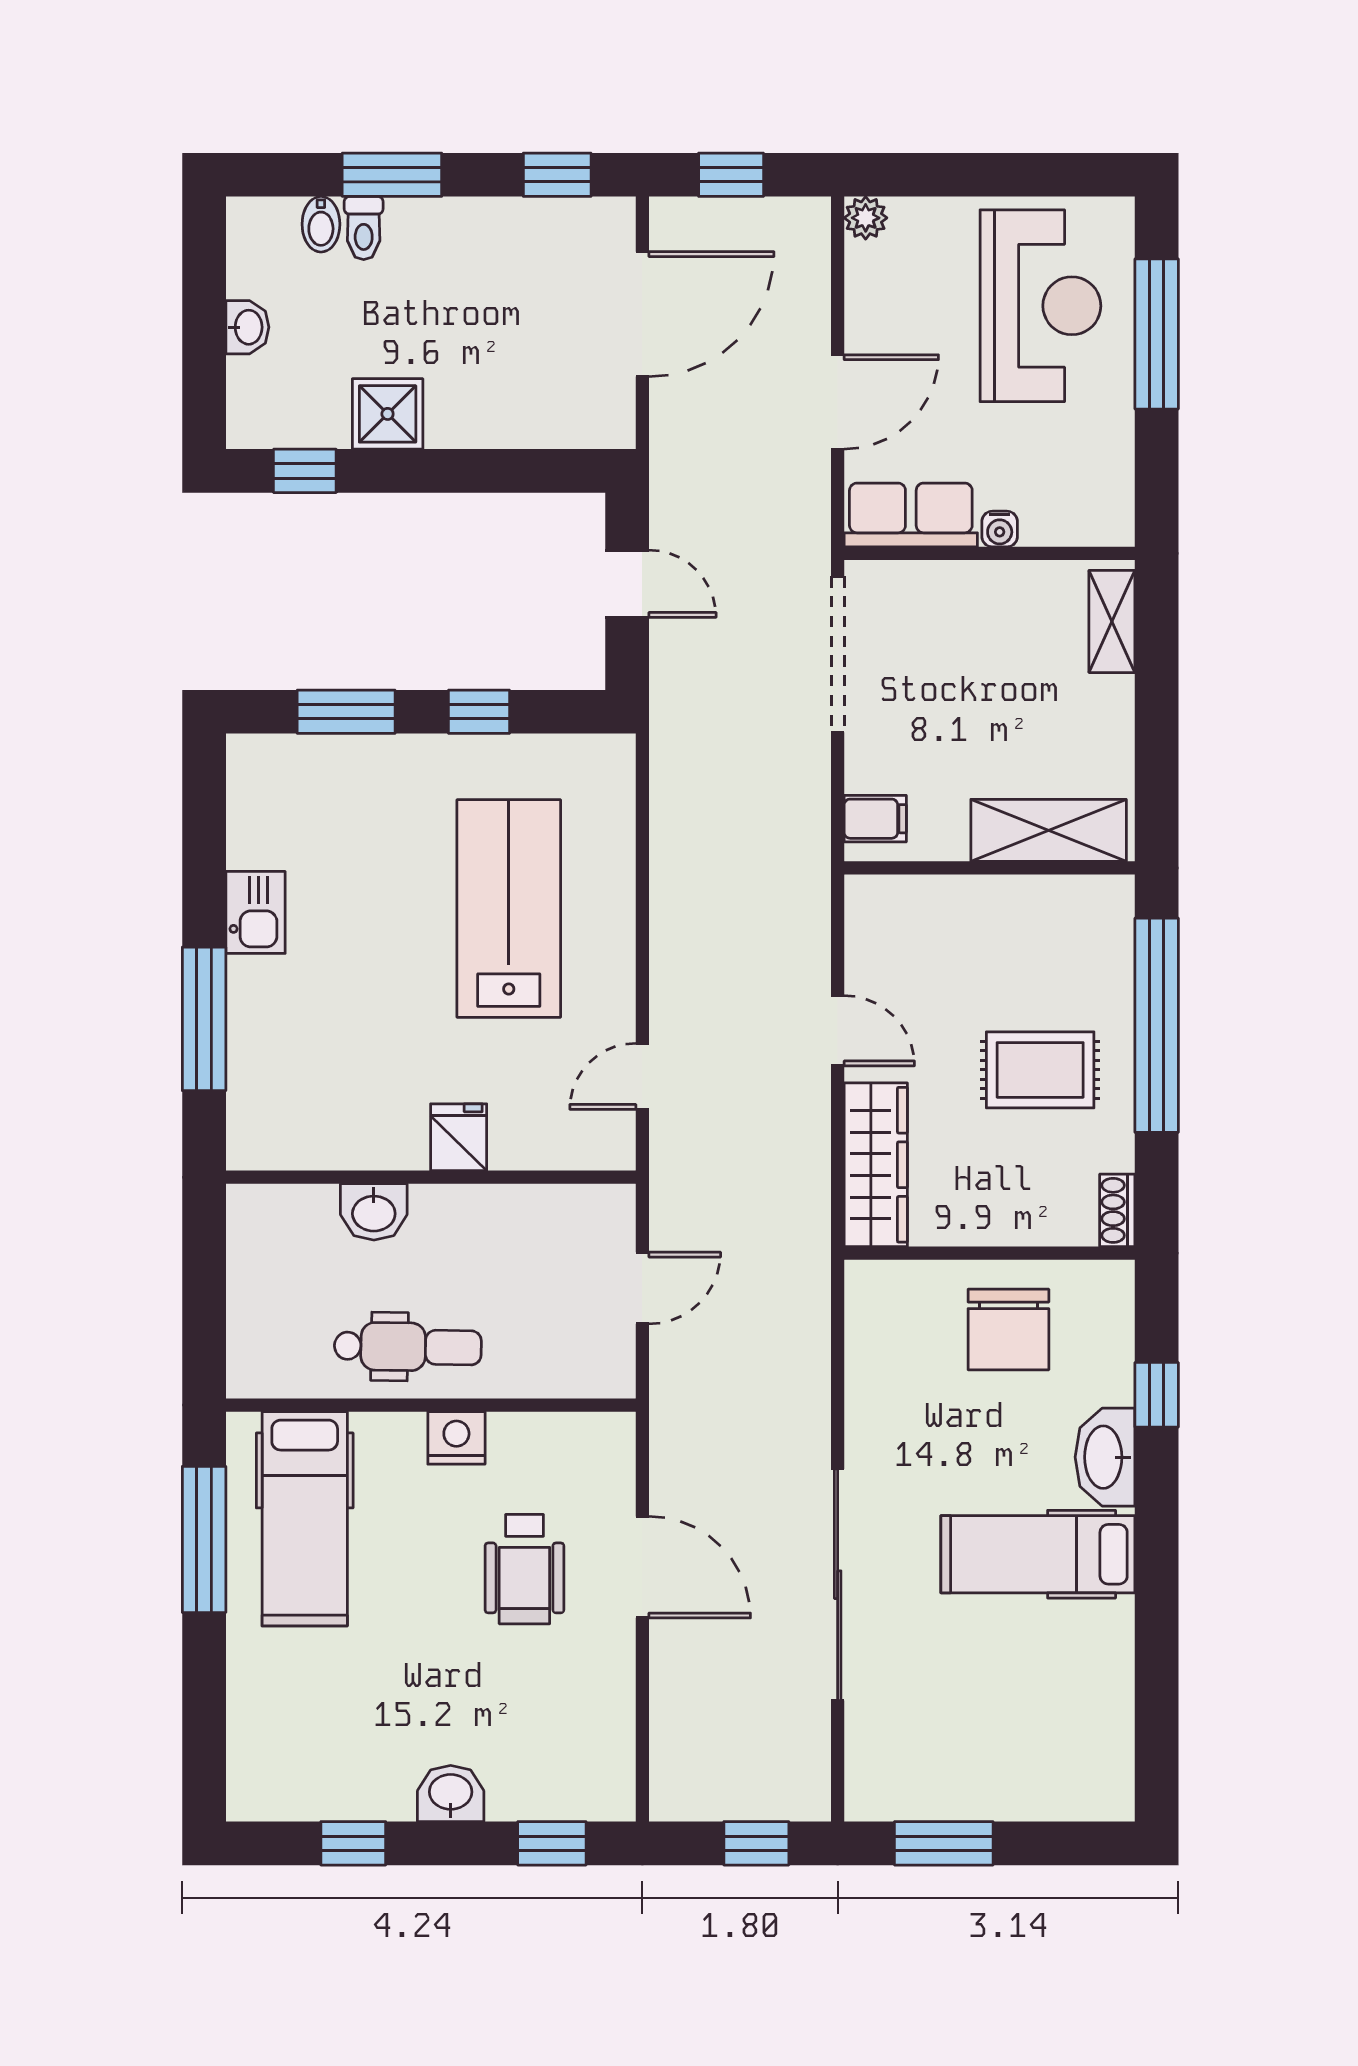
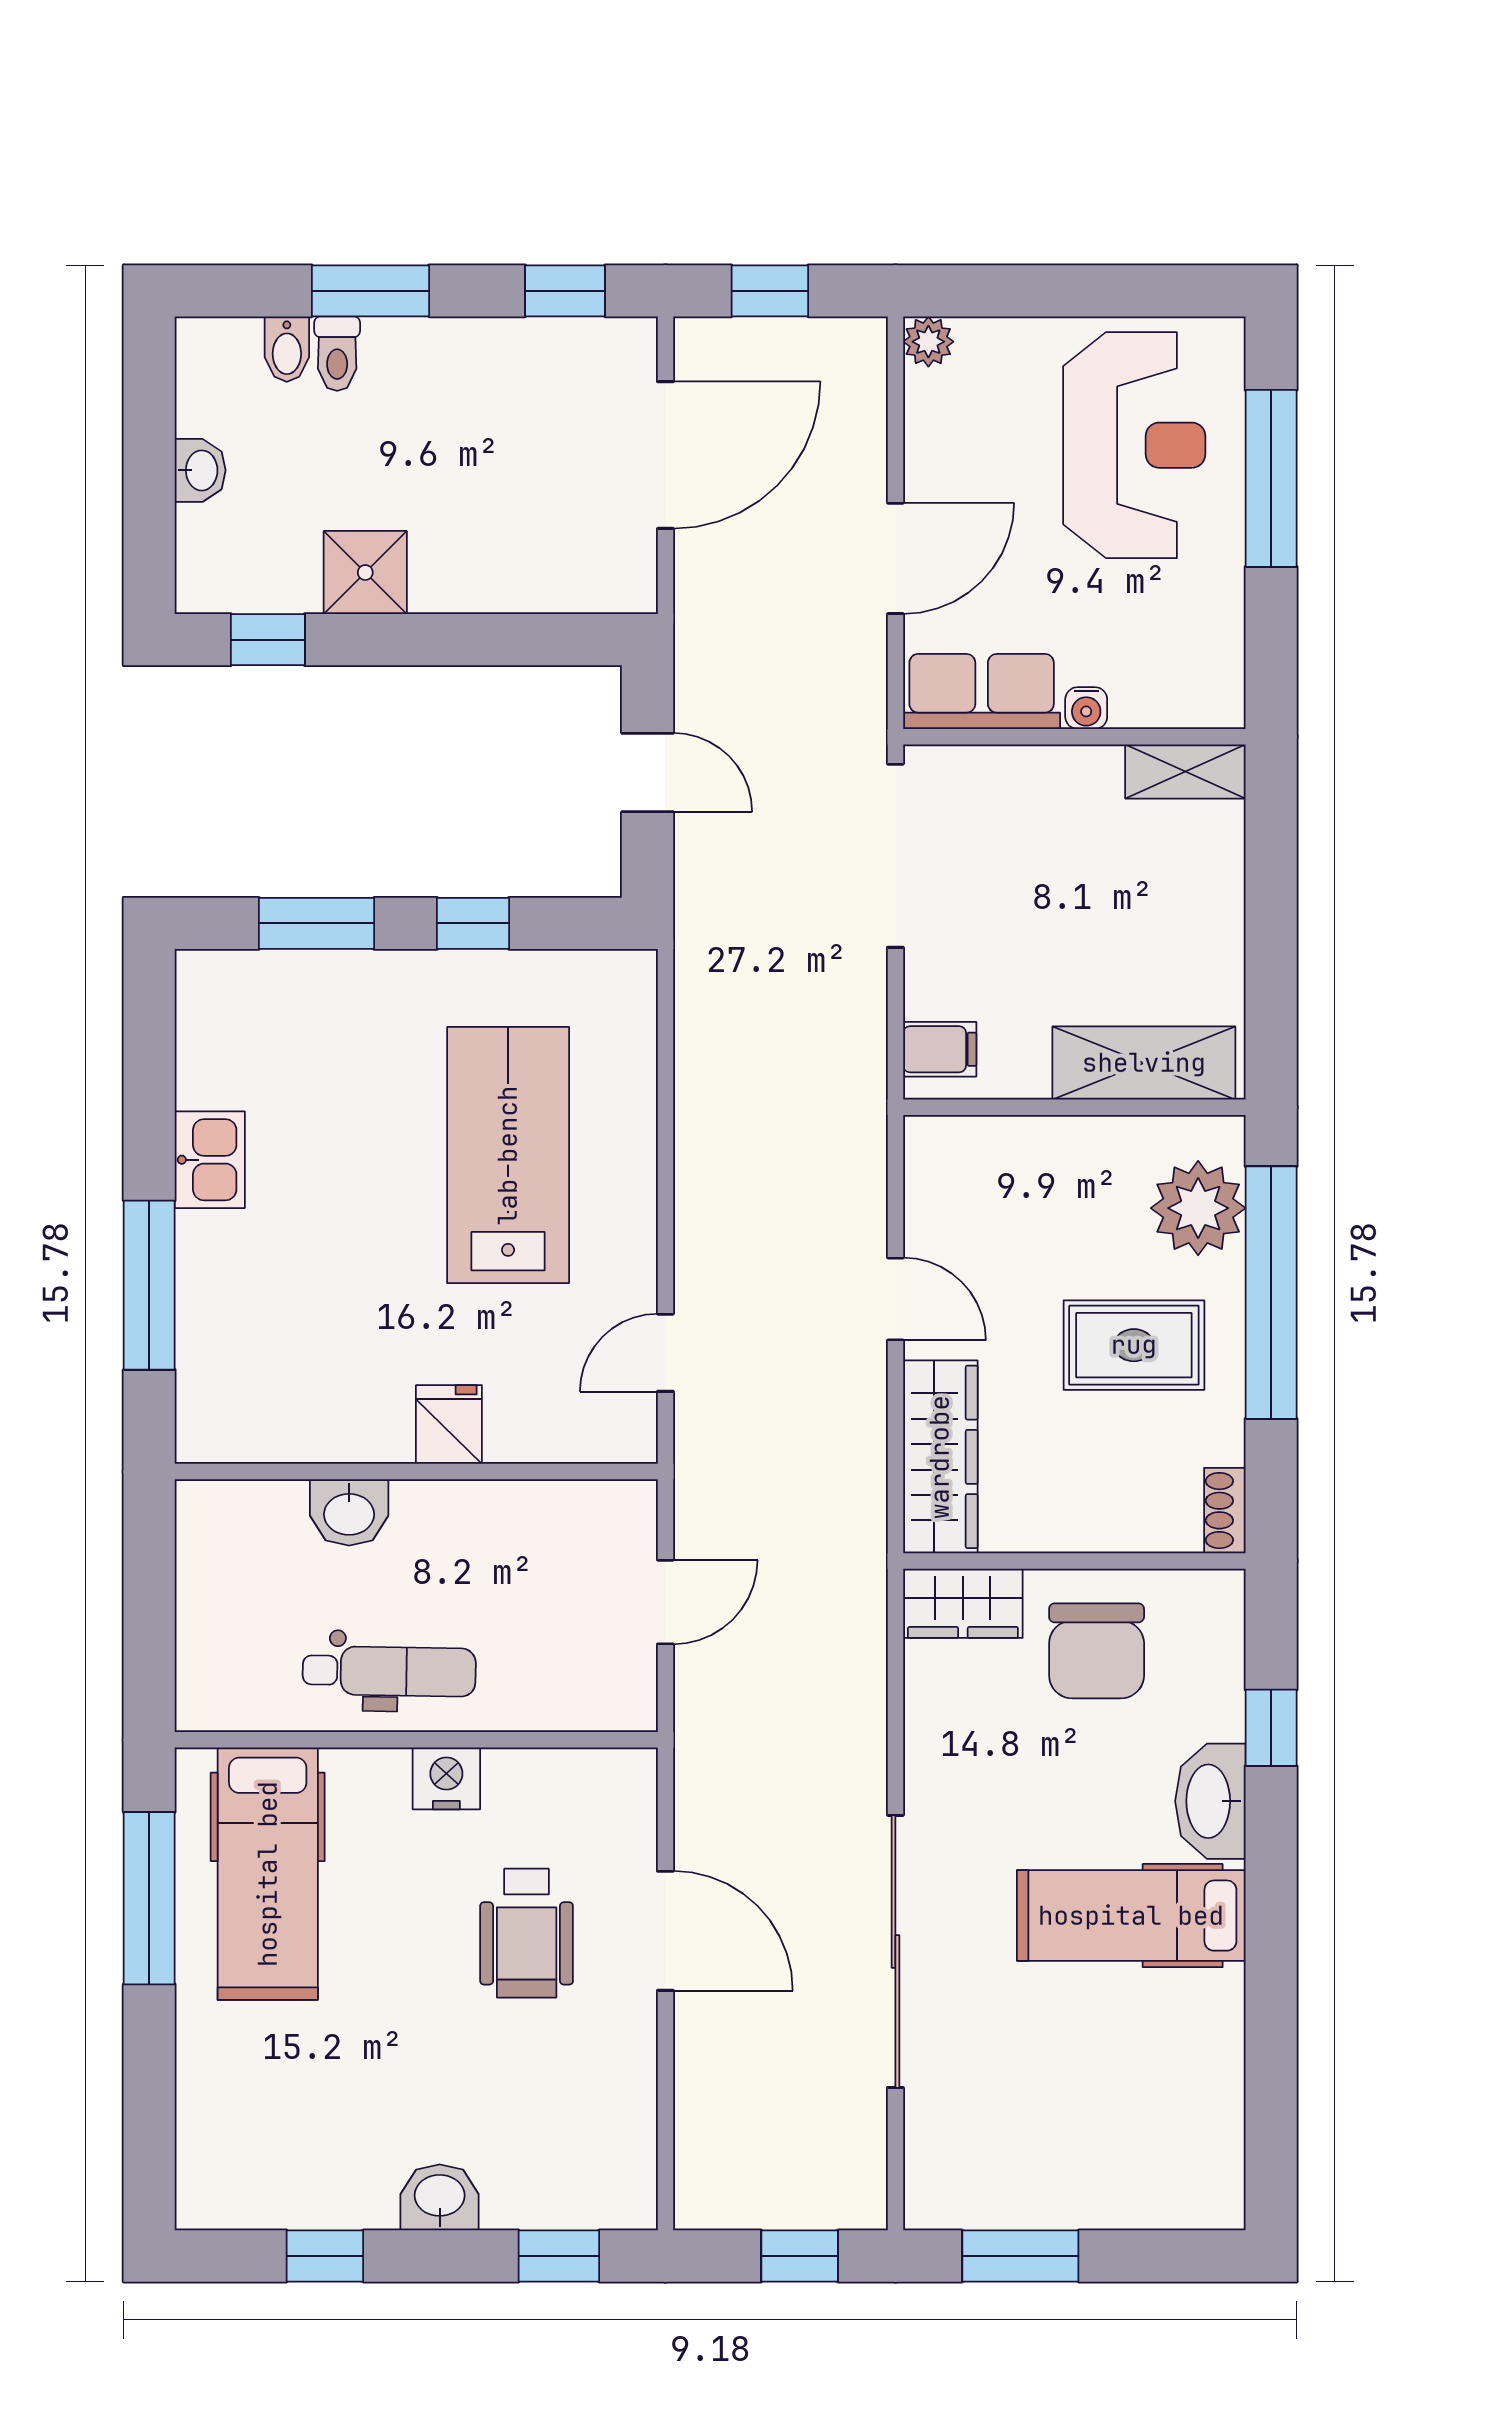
shelving: (1112, 621) -> (1185, 772), moved, turned 90
plant: (1095, 954) -> (1198, 1208), added
wardrobe: (895, 1289) -> (963, 1603), added

